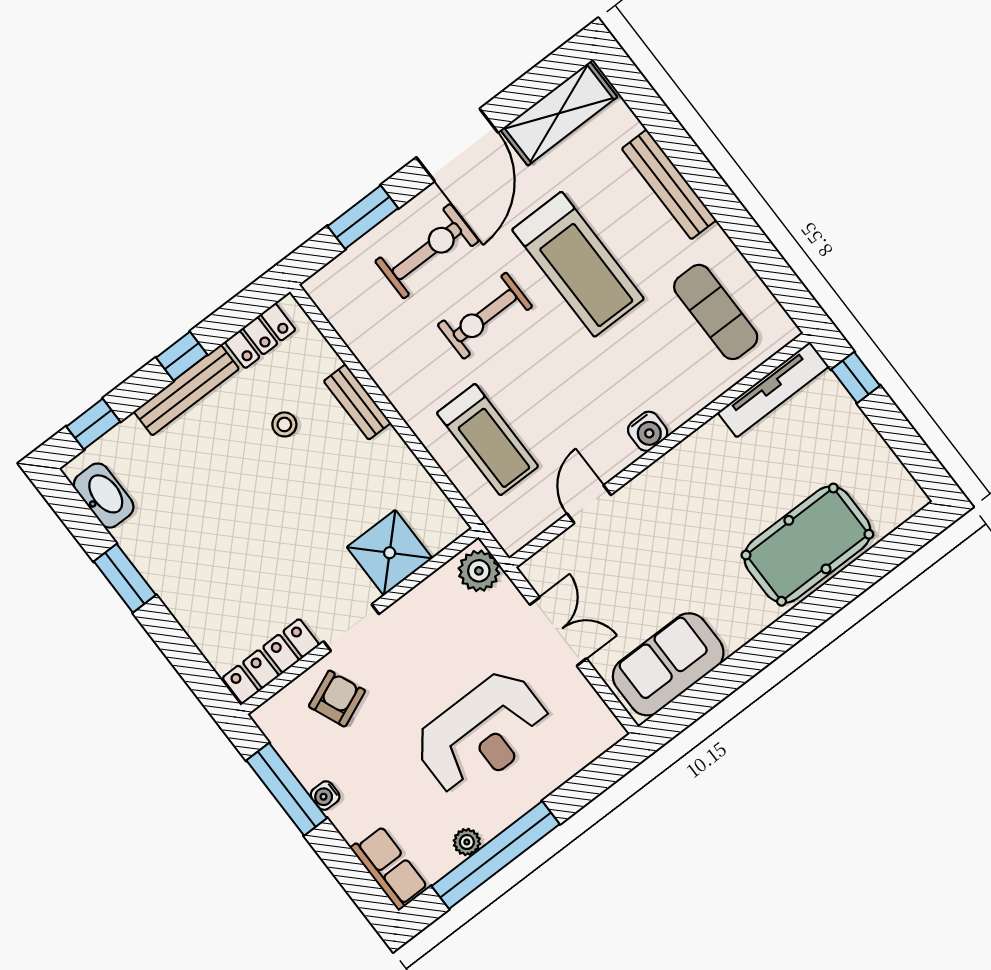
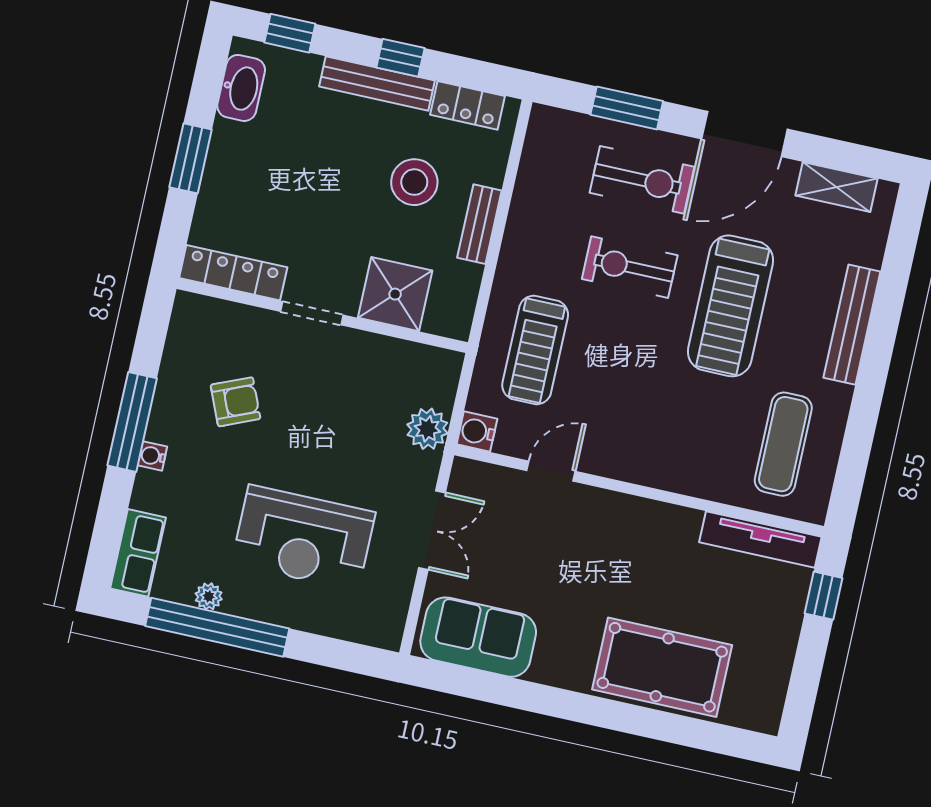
shelving: (559, 113) -> (836, 187), width x0.67, depth x0.75
stool: (284, 424) -> (414, 182), width x1.89, depth x1.89
water cooler: (648, 431) -> (477, 431), moved, turned 90
shower: (390, 553) -> (395, 294), moved
wall: (360, 621) -> (322, 316), moved
doorway: (351, 628) -> (312, 313), moved
locker: (271, 661) -> (233, 273), moved

